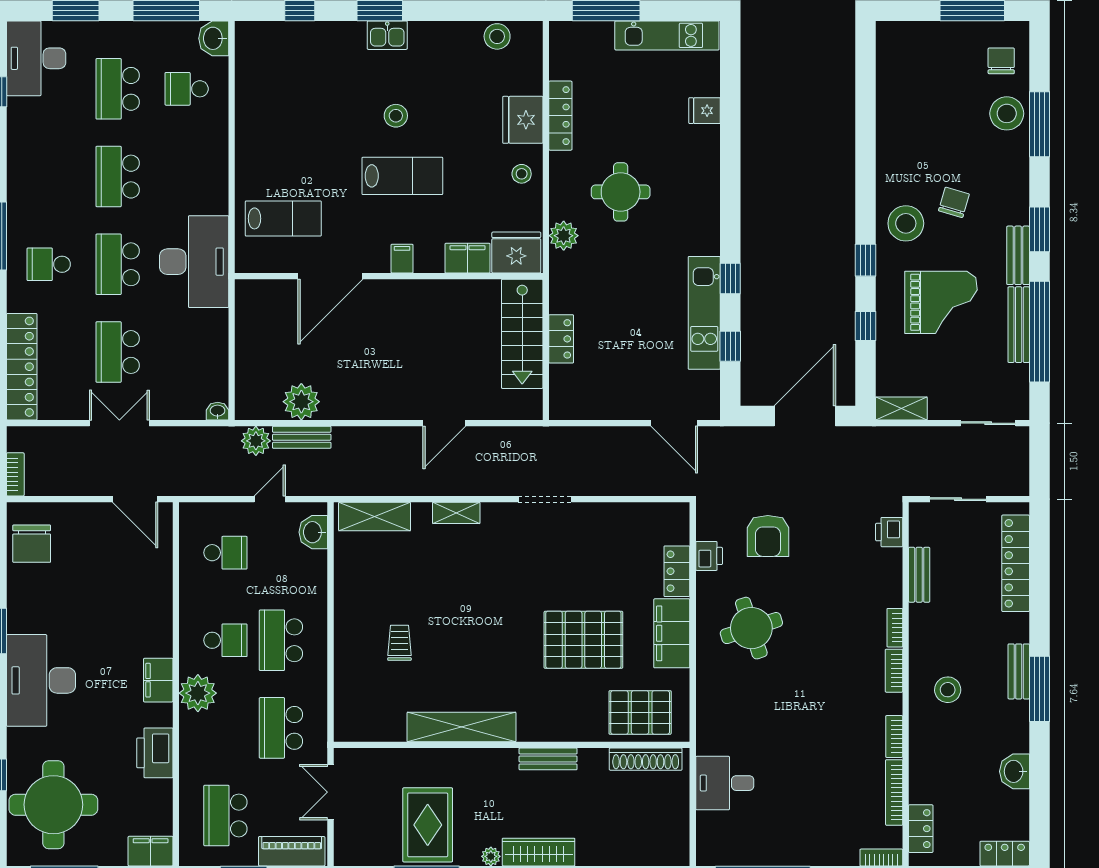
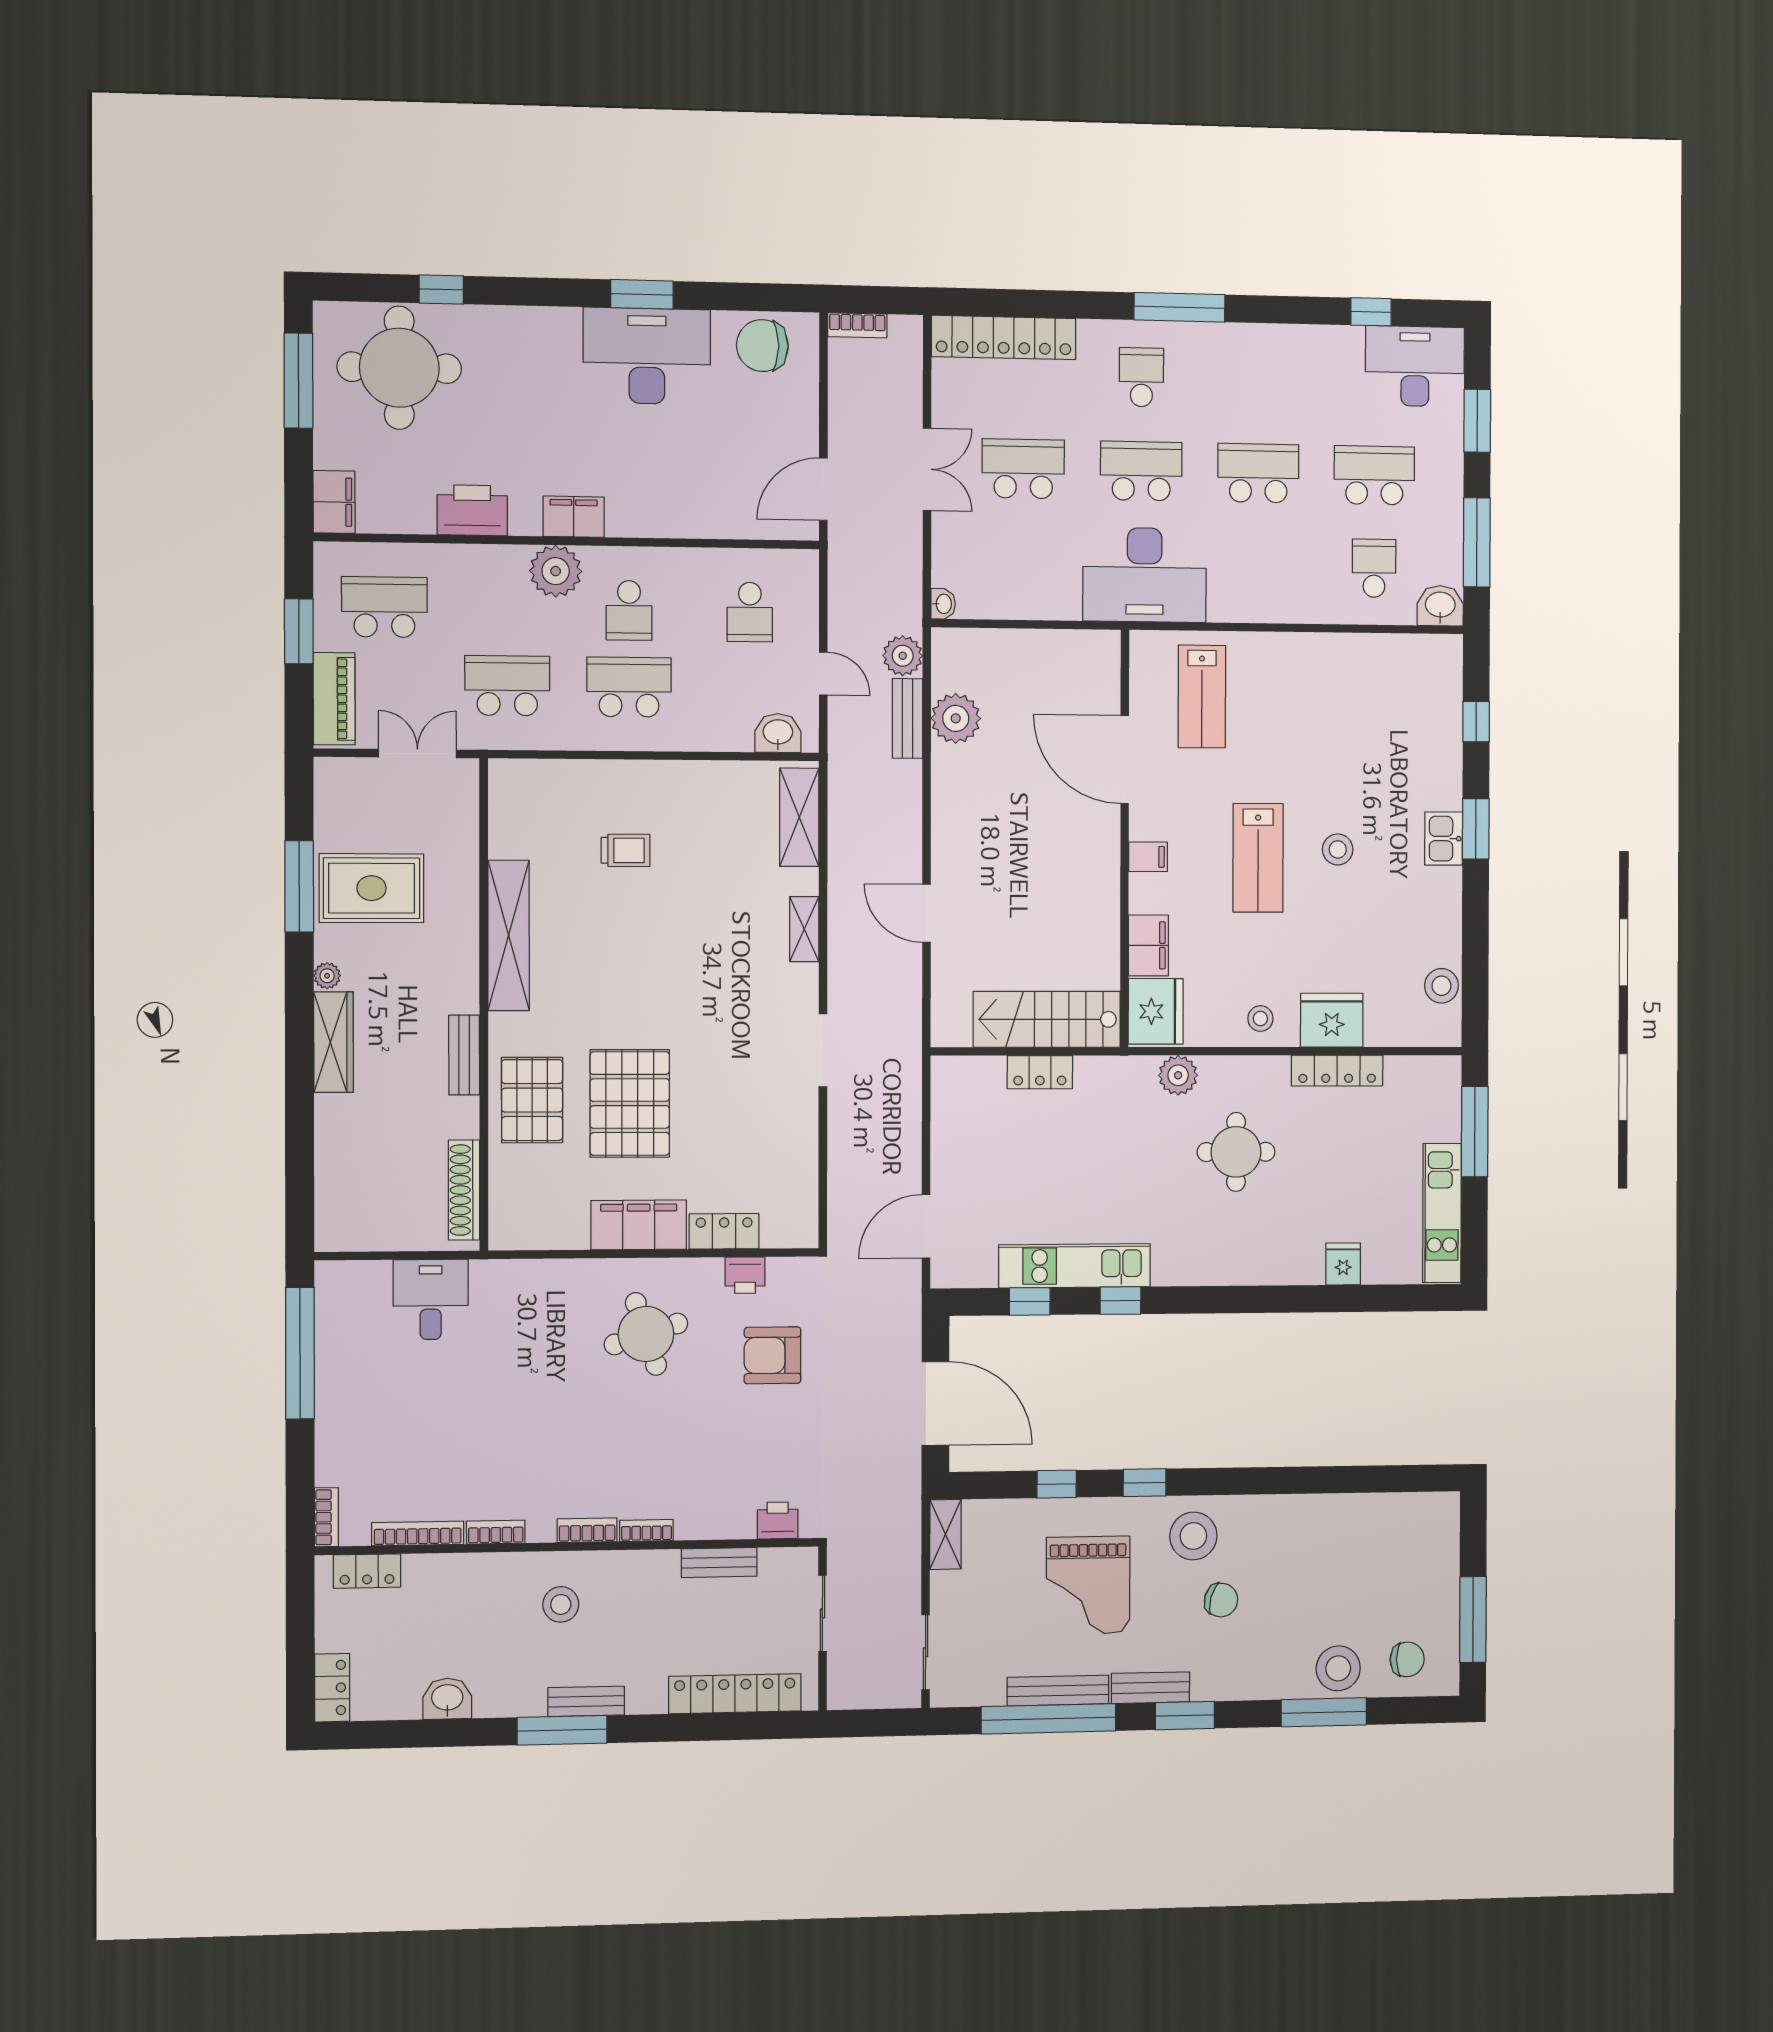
desk: (41, 680) -> (647, 356), moved
pallet: (640, 712) -> (532, 1100), moved

